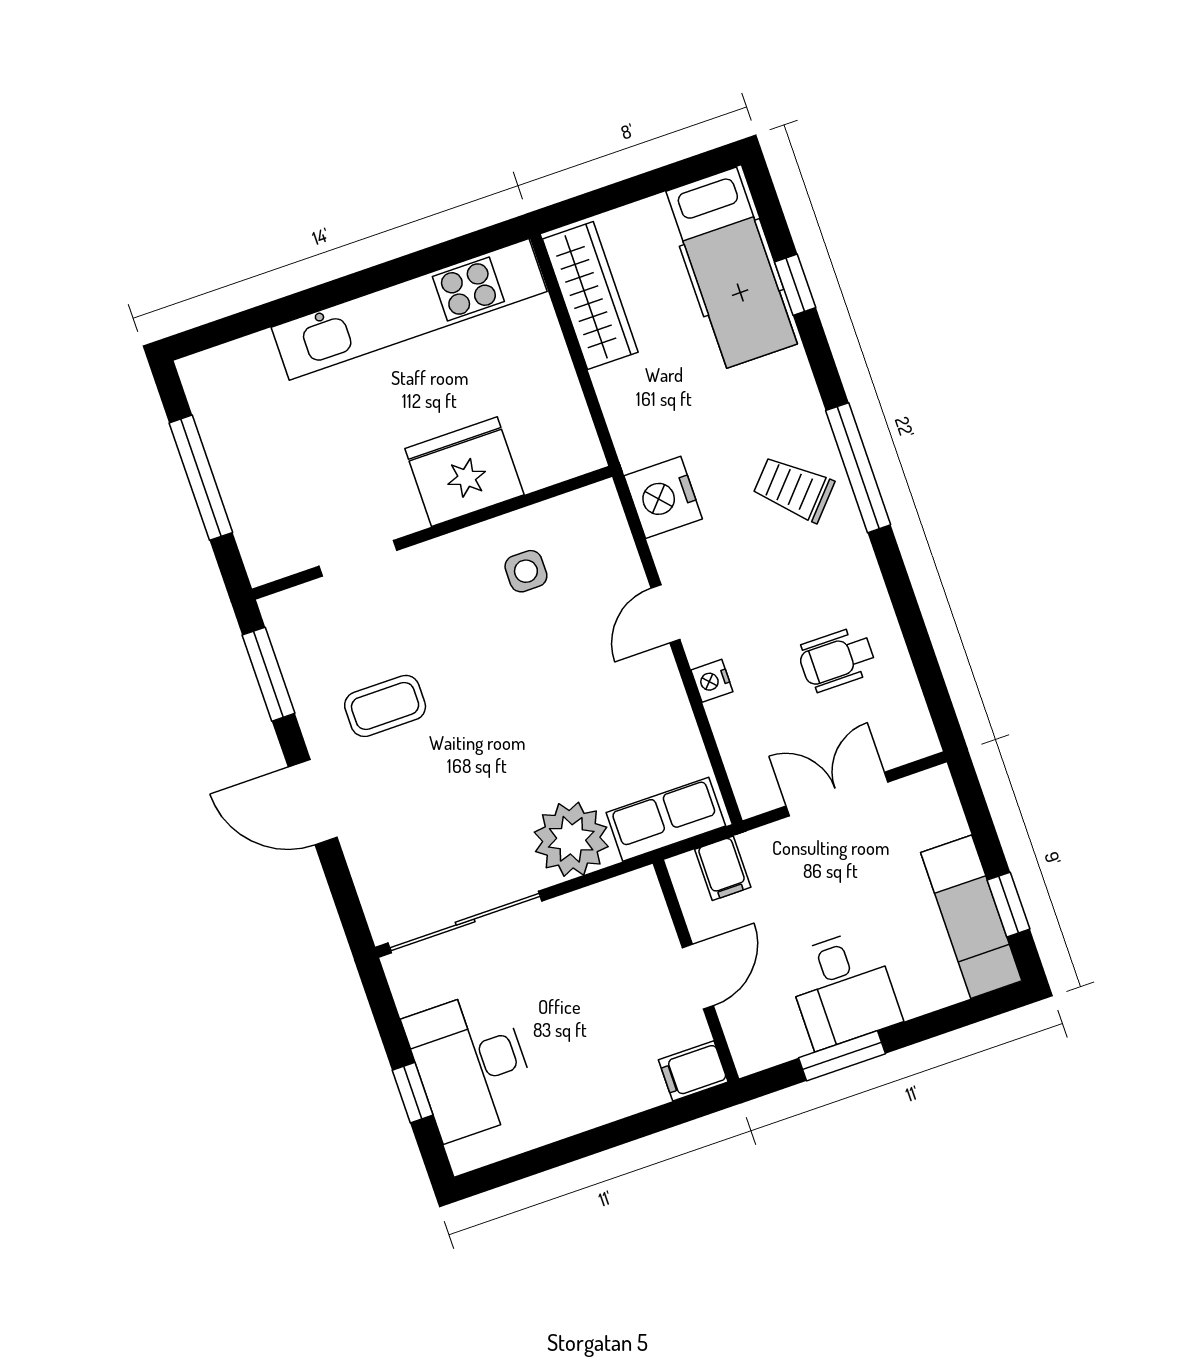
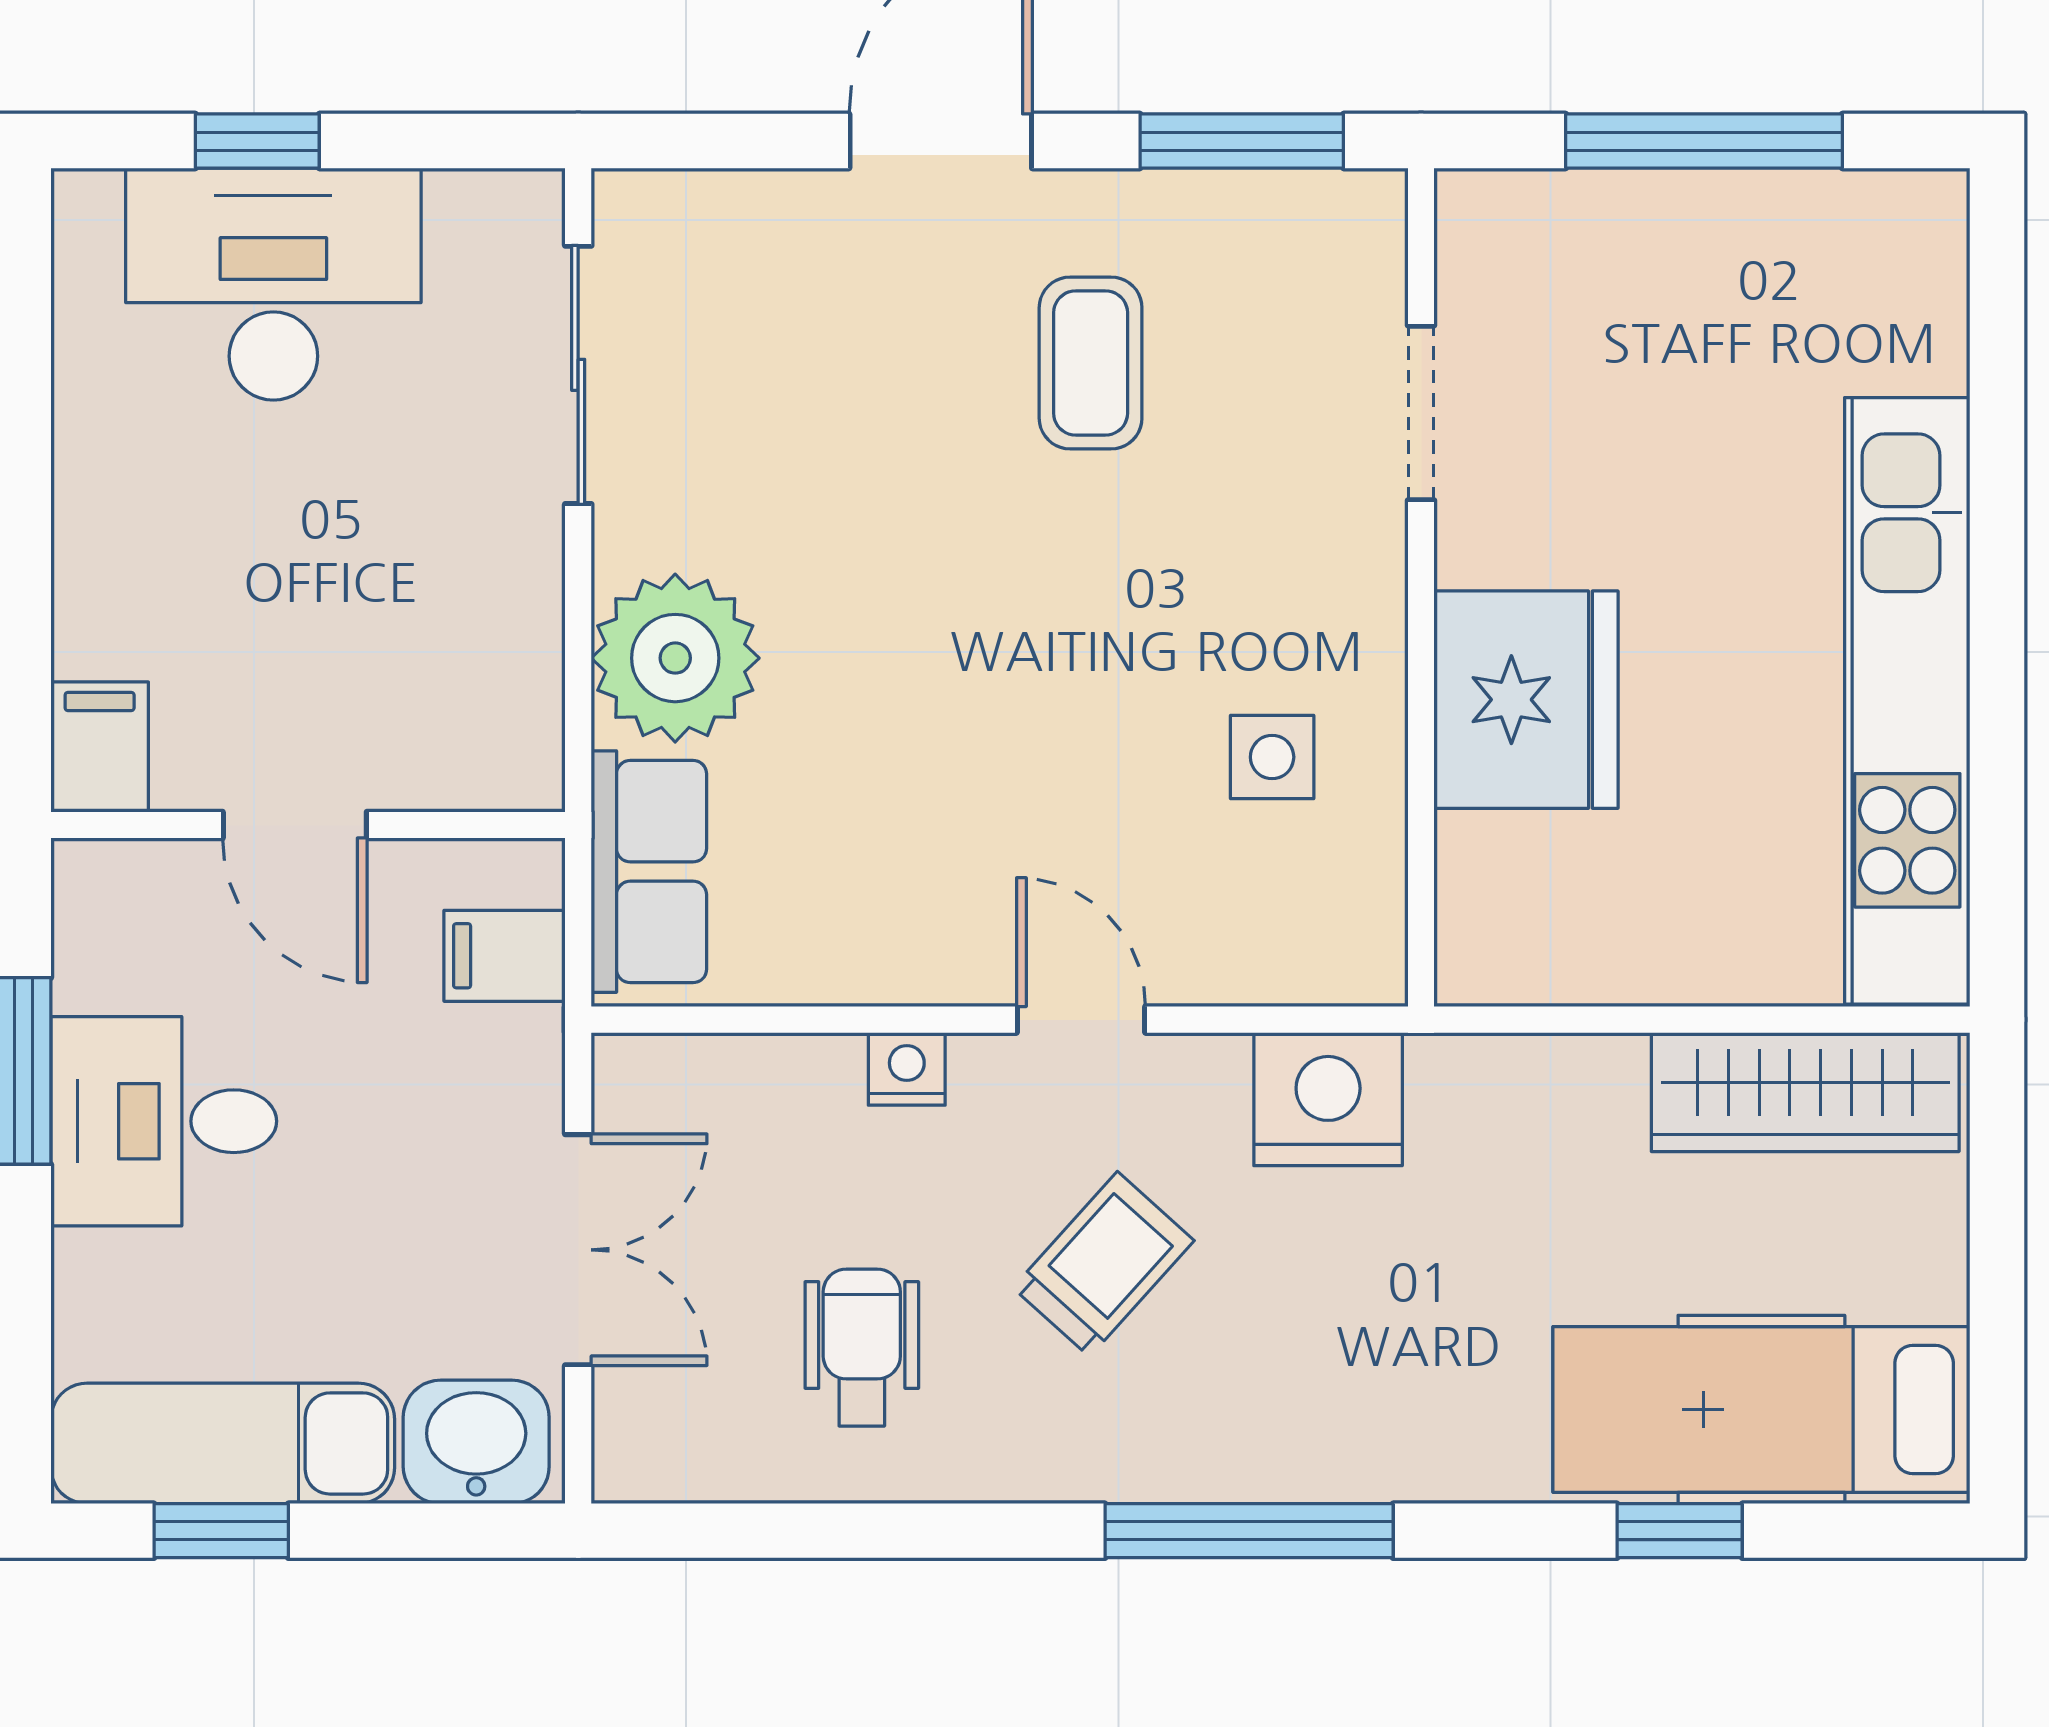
trolley: (794, 489) -> (1103, 1264), moved
washbasin: (934, 809) -> (476, 1442), added
sliding door: (465, 922) -> (578, 375), width x0.73

